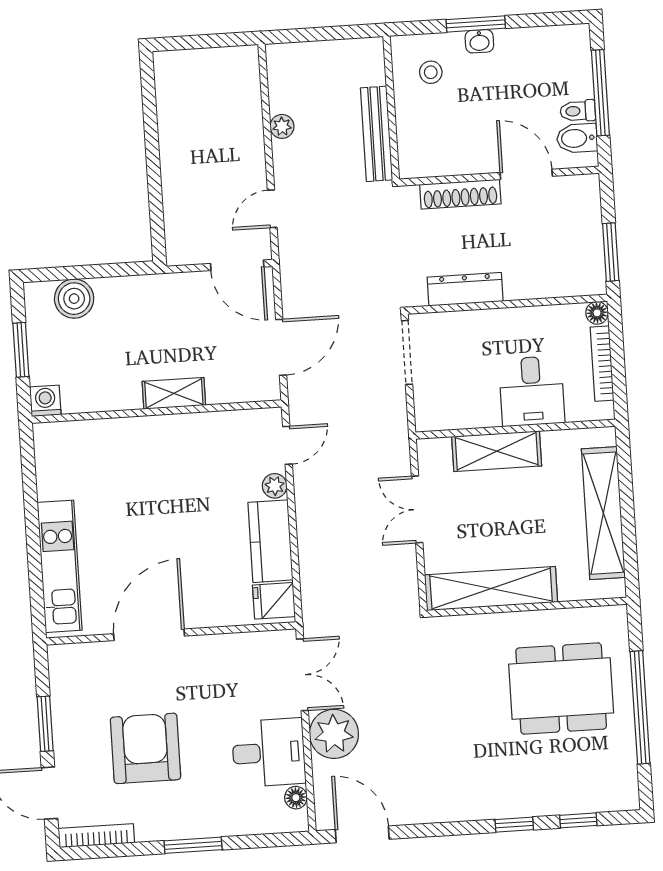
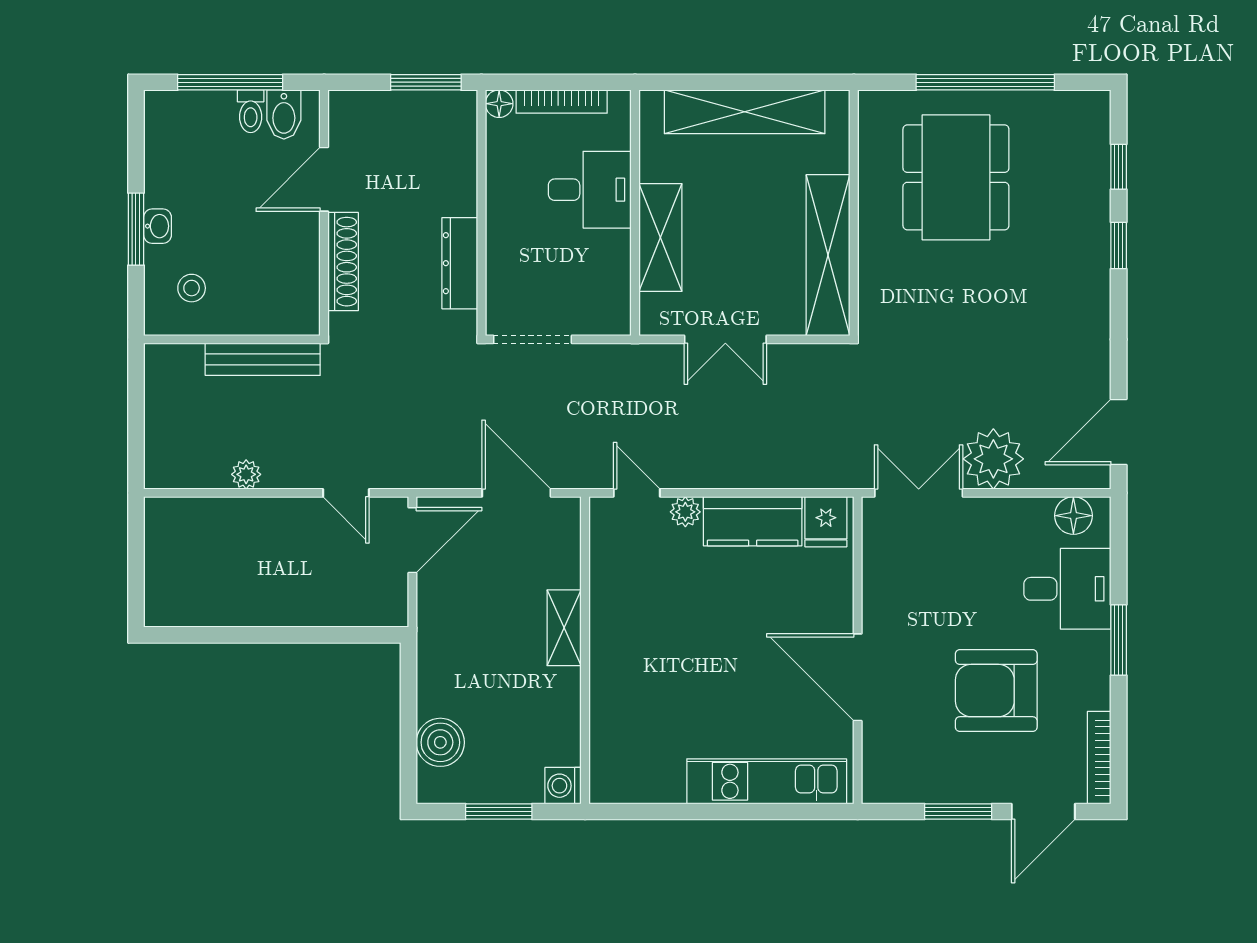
desk: (269, 753) -> (1067, 589), moved, turned 90
floor lamp: (296, 798) -> (1073, 516), width x1.37, depth x1.37

